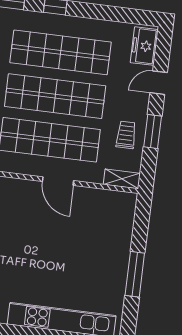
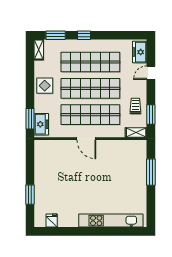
window: (153, 132) -> (151, 115), moved
door: (58, 181) -> (86, 139), moved
window: (135, 274) -> (151, 172), moved

